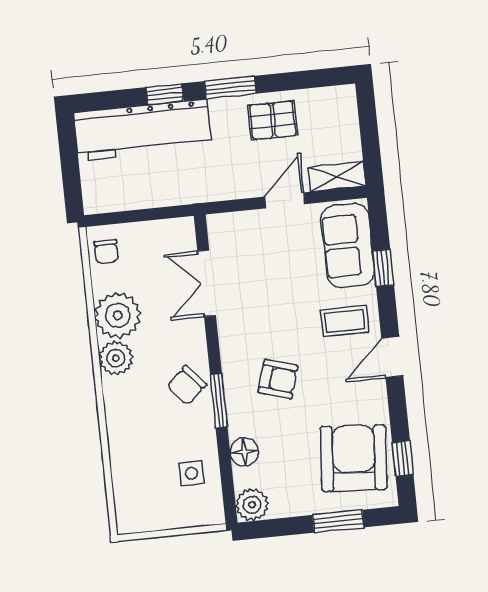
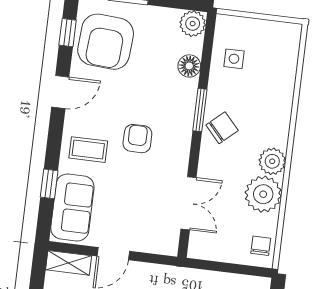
door: (392, 357) -> (60, 92), moved
armchair: (278, 379) -> (137, 139), moved, turned 73

